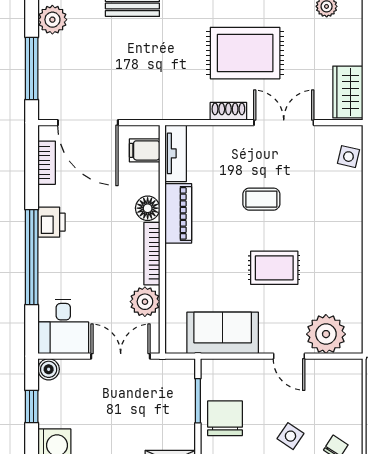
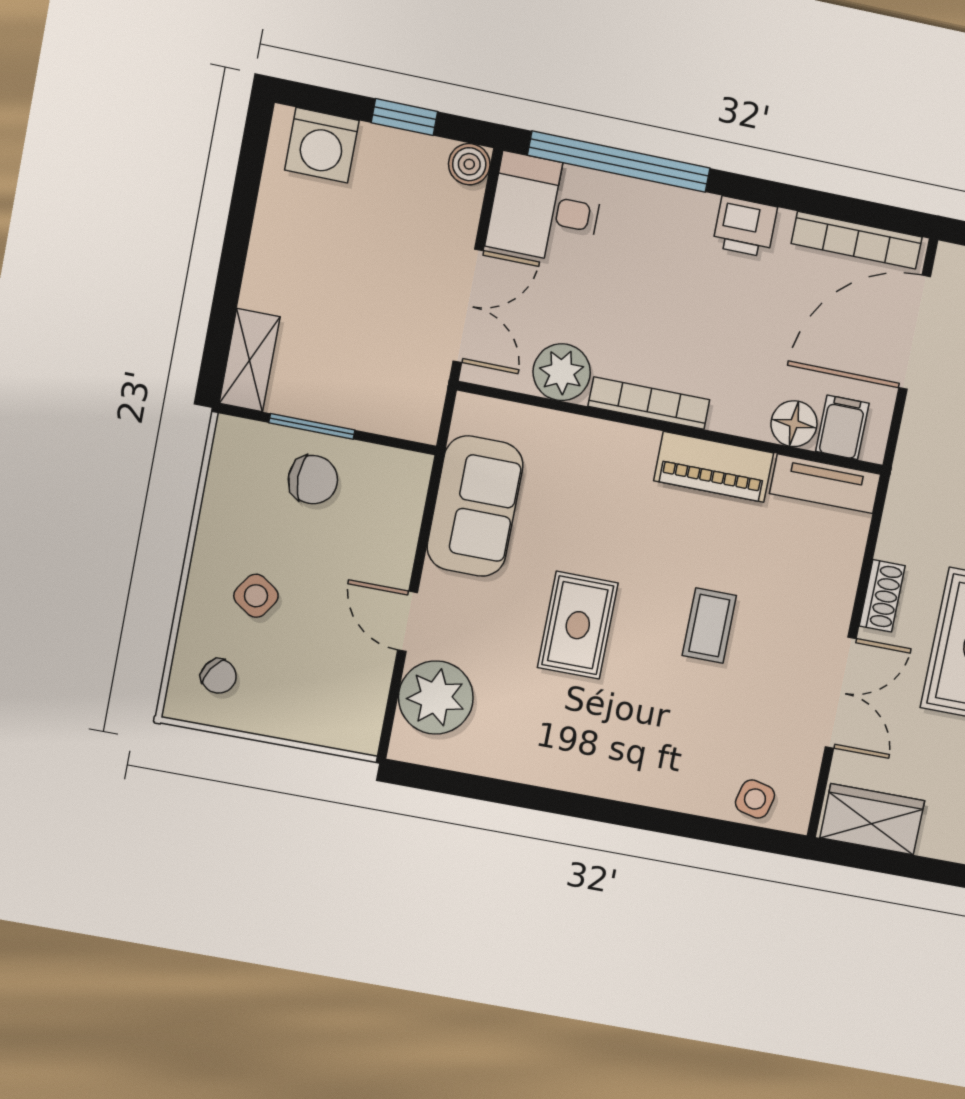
bookcase: (47, 163) -> (857, 240), width x1.56
floor lamp: (148, 208) -> (794, 424), moved
window: (32, 257) -> (619, 162), moved
door: (289, 356) -> (408, 621), hinge flipped
window: (198, 401) -> (312, 426), moved
chair: (225, 418) -> (313, 480), width x0.73, depth x0.73

